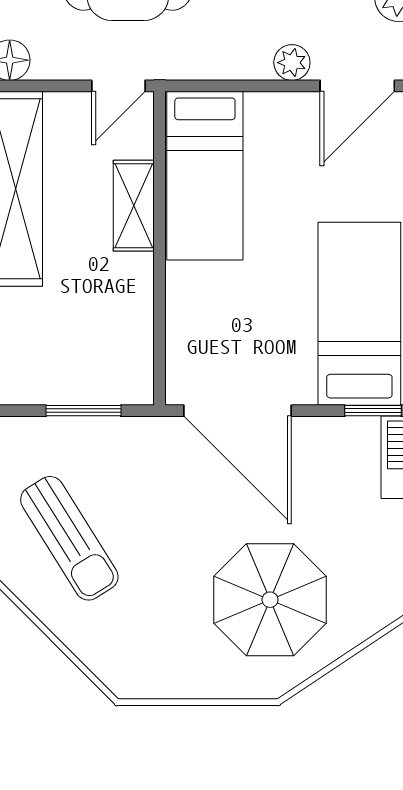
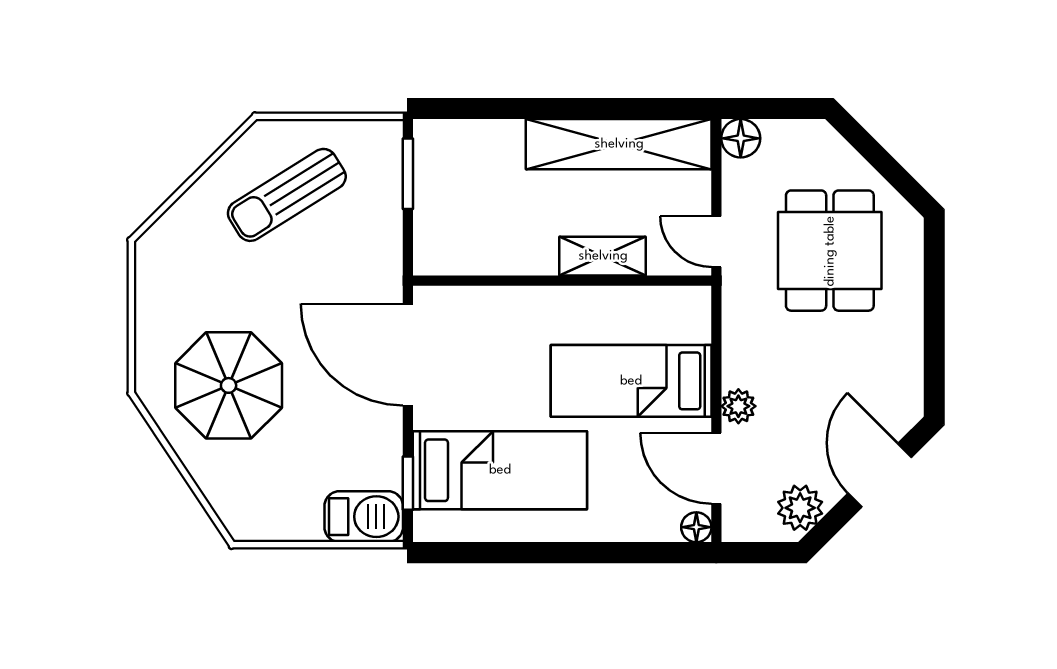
bed: (205, 176) -> (631, 381), moved
window: (83, 411) -> (408, 174), moved
door: (238, 411) -> (408, 355), hinge flipped

